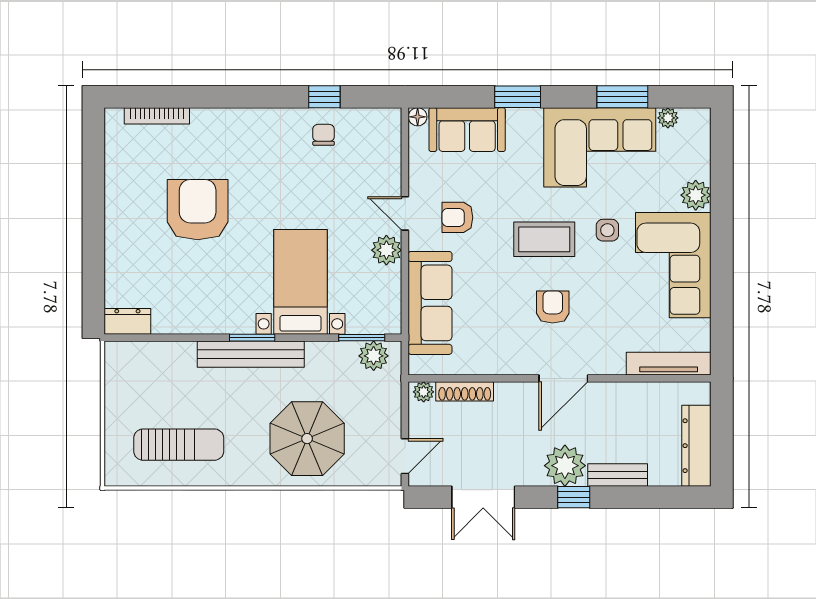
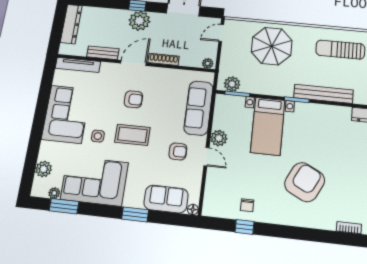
window: (622, 97) -> (64, 206), moved
bookcase: (157, 116) -> (349, 228), width x0.64
plant: (696, 195) -> (44, 169), moved
armchair: (198, 210) -> (305, 182), moved, turned -153
armchair: (553, 307) -> (133, 99), turned -90
bench: (251, 354) -> (323, 94), moved
shoe rack: (465, 391) -> (164, 59), moved
bench: (618, 475) -> (103, 53), moved

